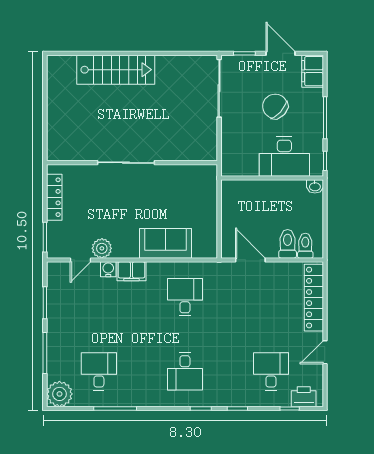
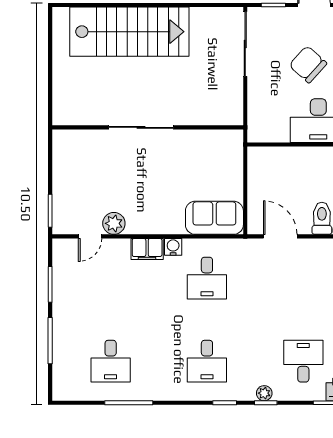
stairs: (116, 70) -> (129, 32), width x1.36, depth x1.51
locker: (54, 197) -> (61, 166), removed
sofa: (166, 243) -> (214, 218), moved
water cooler: (108, 269) -> (173, 247), moved
desk: (185, 297) -> (207, 278), turned 180
desk: (99, 371) -> (111, 361), turned 180
plant: (59, 394) -> (264, 393), moved, width x0.53, depth x0.53

